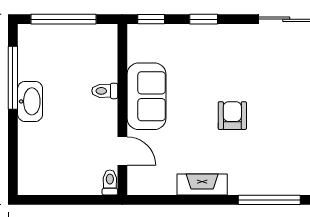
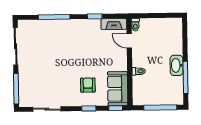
sofa: (146, 96) -> (118, 89), moved
armchair: (232, 116) -> (88, 85), moved, turned 180
fireplace: (202, 185) -> (114, 24), moved
window: (190, 200) -> (95, 16), added

